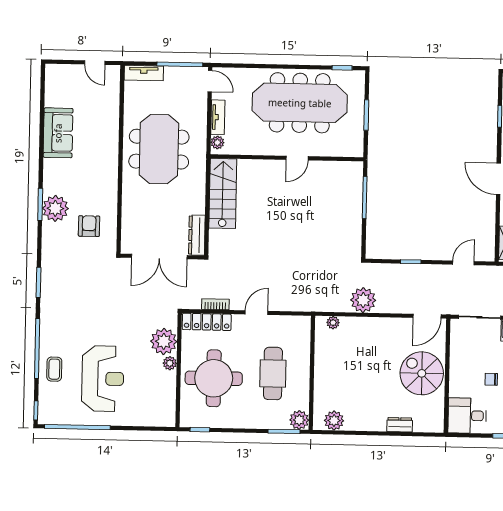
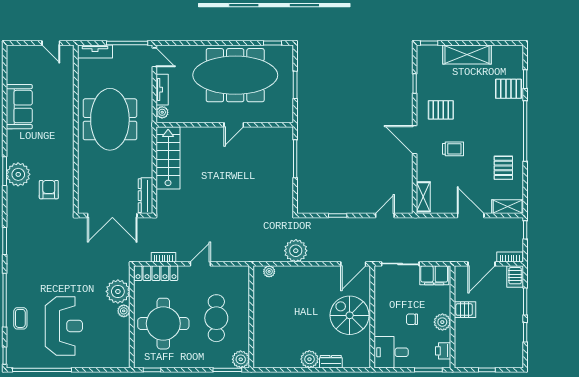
plant: (334, 421) -> (309, 359), moved

